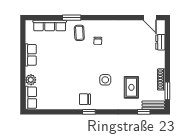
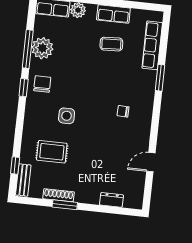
door: (150, 18) -> (151, 162), moved
coffee table: (79, 33) -> (111, 44), moved
window: (167, 91) -> (65, 205), moved
plant: (60, 102) -> (42, 48), added
window: (62, 112) -> (28, 49), added

